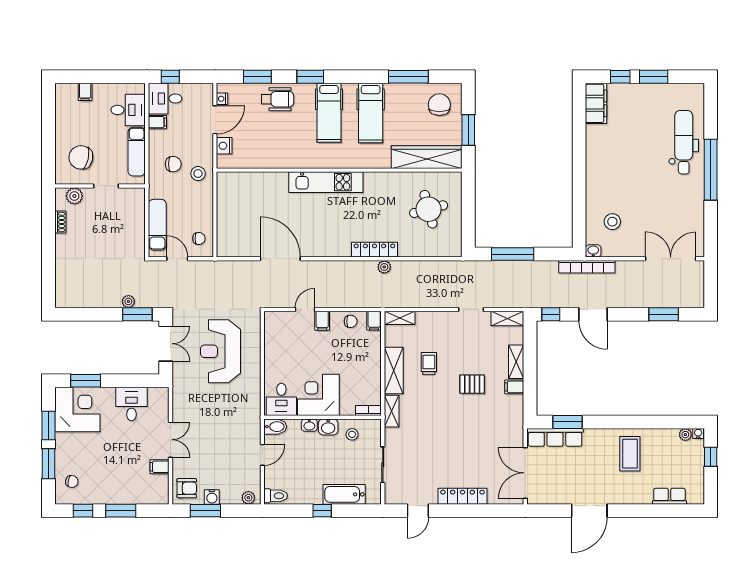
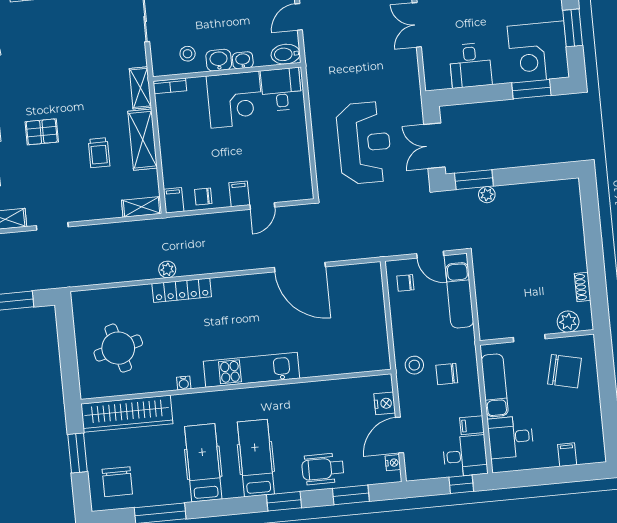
water cooler: (380, 177) -> (184, 383), added

